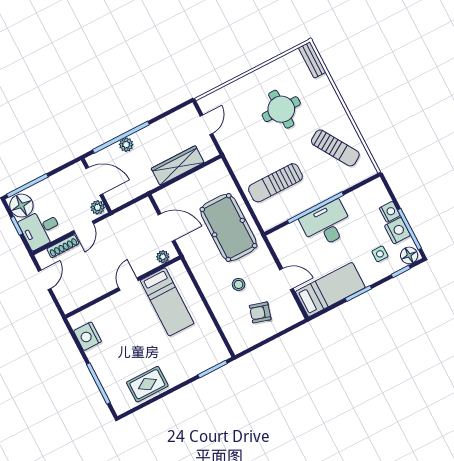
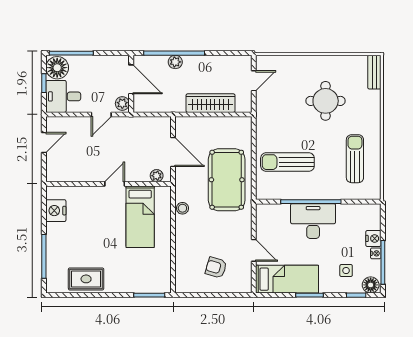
sun lounger: (335, 148) -> (355, 159), turned -148
nightstand: (397, 231) -> (376, 253), width x0.53, depth x0.56
shoe rack: (63, 246) -> (75, 122), removed
stool: (239, 284) -> (182, 208), moved

